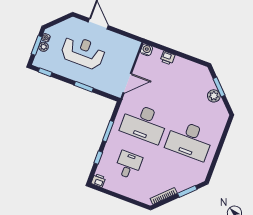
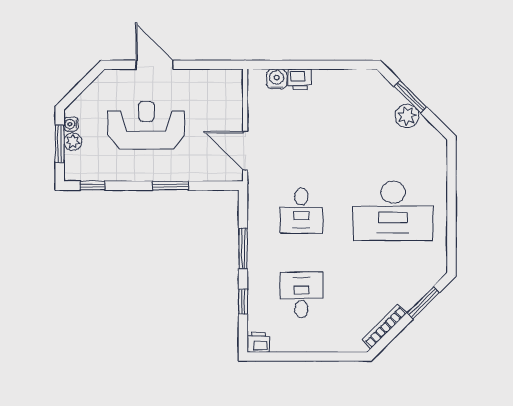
water cooler: (147, 50) -> (277, 79), moved
door: (127, 83) -> (245, 151), swing flipped
desk: (144, 123) -> (301, 211), width x0.53, depth x0.77

